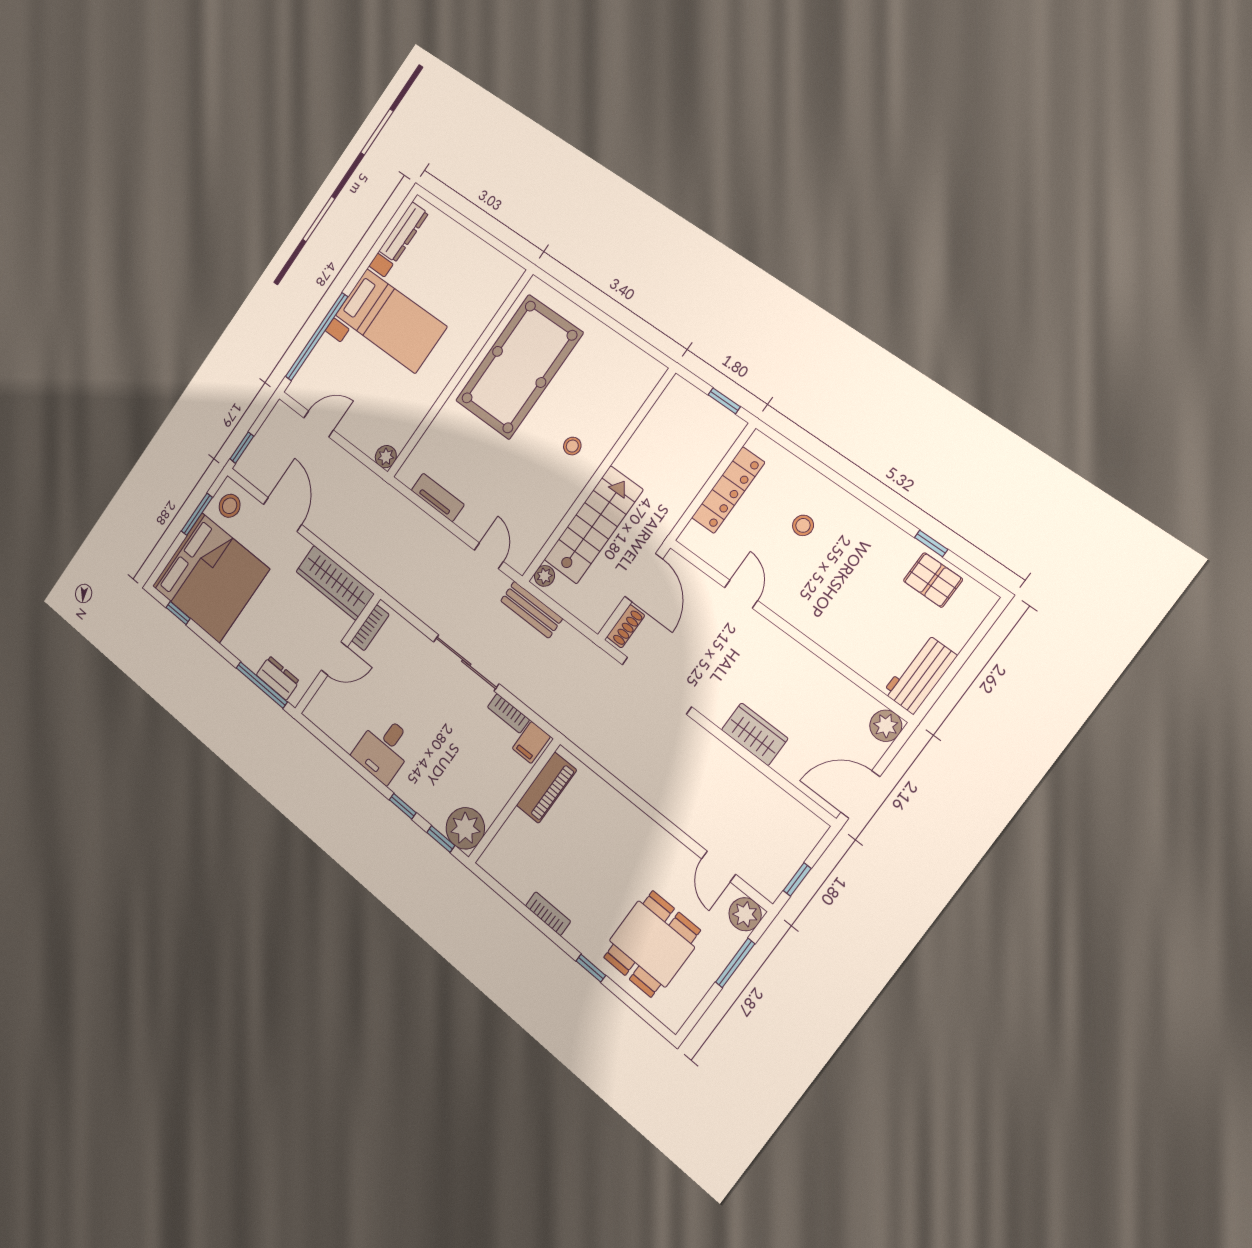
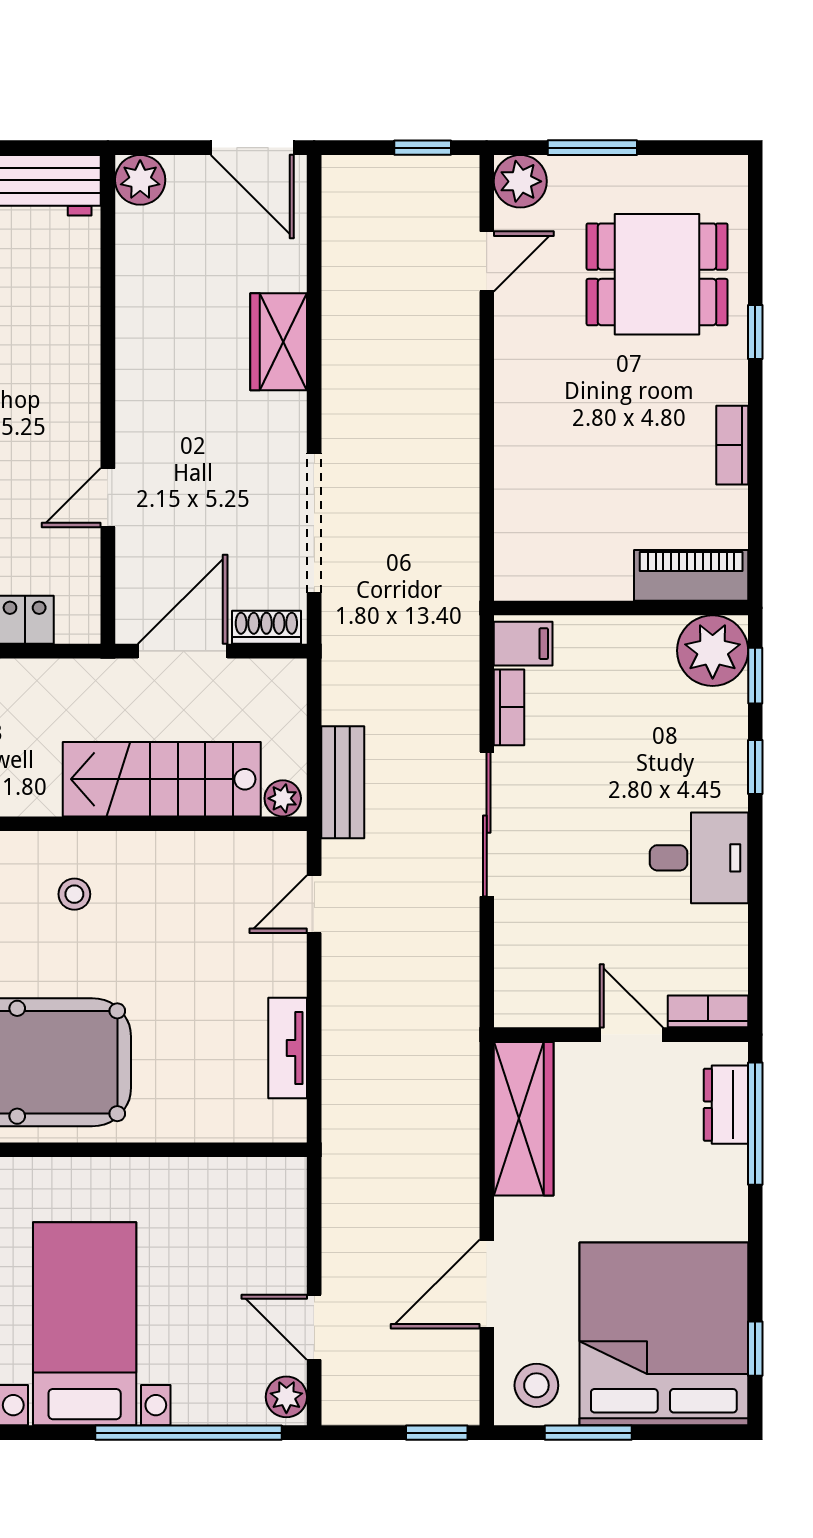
plant: (386, 457) -> (286, 1397), moved
bookcase: (370, 628) -> (708, 1011), moved
piano: (546, 788) -> (691, 575), moved

